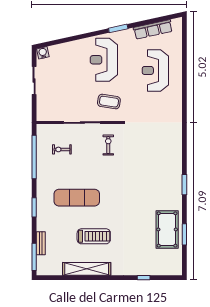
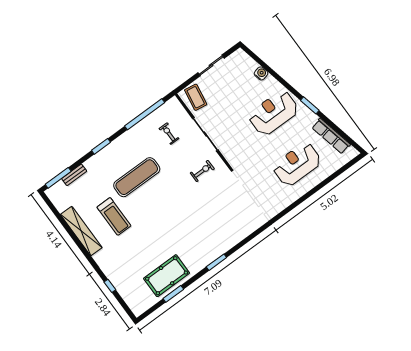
water cooler: (43, 53) -> (261, 73), moved
coffee table: (109, 102) -> (196, 97), moved
exercise mat: (77, 198) -> (137, 177), turned 90

